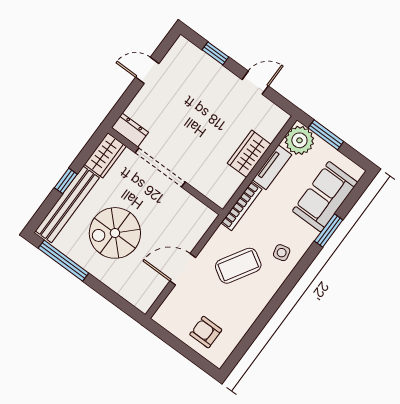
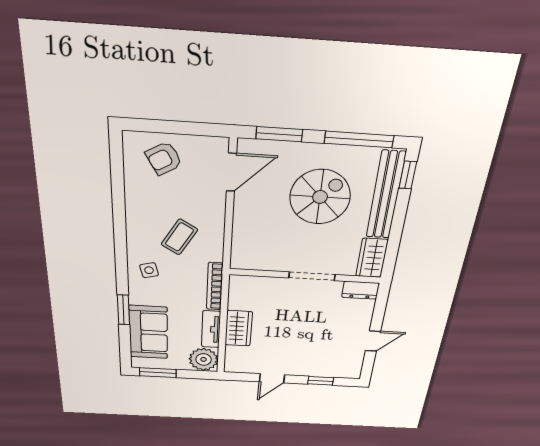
window: (326, 135) -> (158, 373), moved
doorway: (160, 167) -> (312, 276), width x0.73
window: (66, 181) -> (408, 175), moved
coffee table: (238, 266) -> (179, 237), width x0.73, depth x0.77
door: (183, 269) -> (231, 172), moved
window: (115, 299) -> (279, 134), added
armchair: (206, 332) -> (164, 158), turned 150

